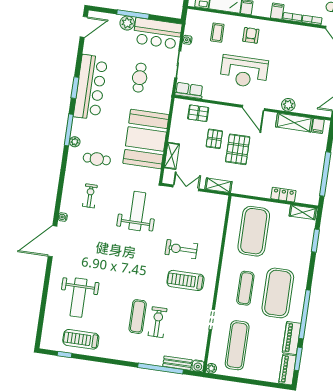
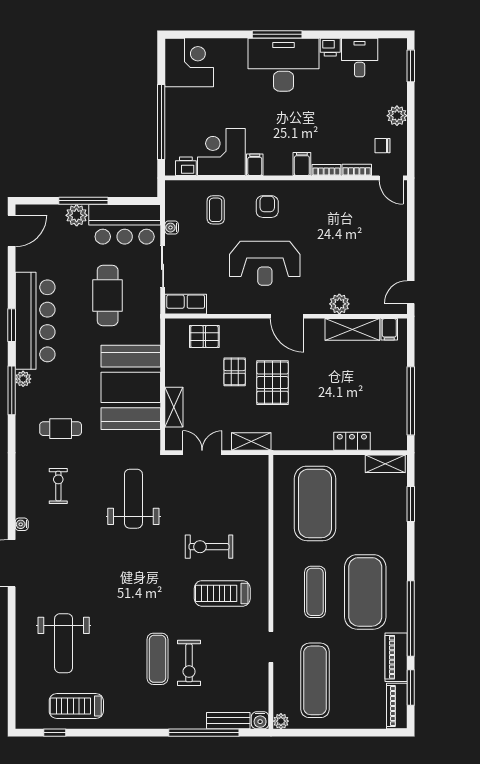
cafe table: (140, 78) -> (108, 296), width x1.37, depth x1.35
plant: (75, 142) -> (23, 379), moved
exercise bike: (158, 322) -> (189, 663), turned 180

